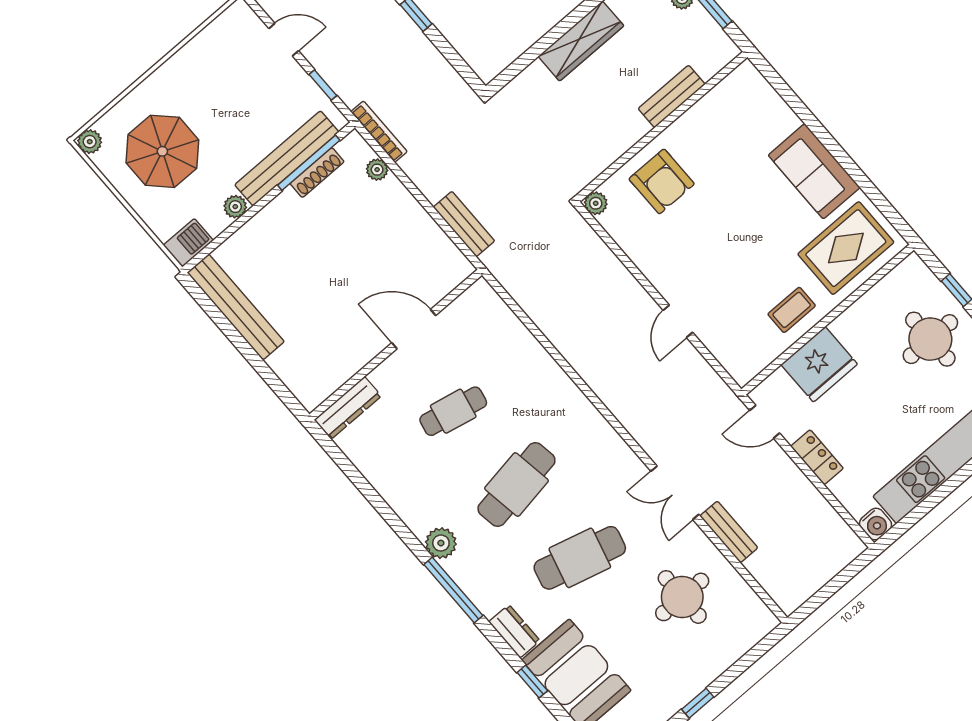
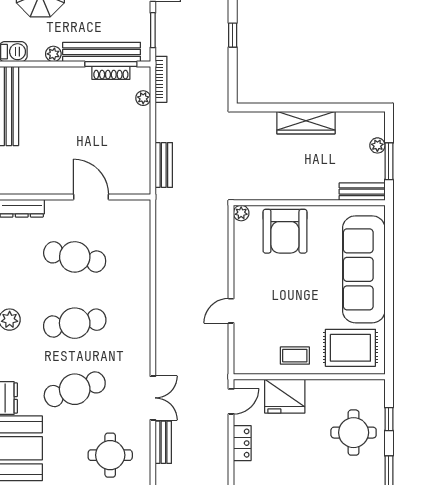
window: (323, 85) -> (153, 30), width x1.50
bench: (672, 96) -> (362, 192), moved
sofa: (814, 171) -> (364, 269), width x1.85, depth x1.27
armchair: (662, 181) -> (285, 231), width x1.36, depth x1.36
cafe table: (453, 411) -> (75, 257), width x1.37, depth x1.35
door: (765, 422) -> (231, 401), swing flipped
double door: (675, 493) -> (153, 398), swing flipped
cafe table: (580, 558) -> (75, 389), turned -33

